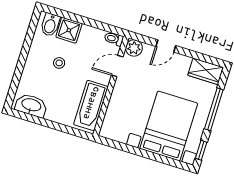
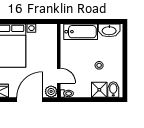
door: (166, 46) -> (30, 100), width x1.88
door: (117, 66) -> (59, 76), hinge flipped
bathtub: (91, 106) -> (81, 32), moved, turned 90

